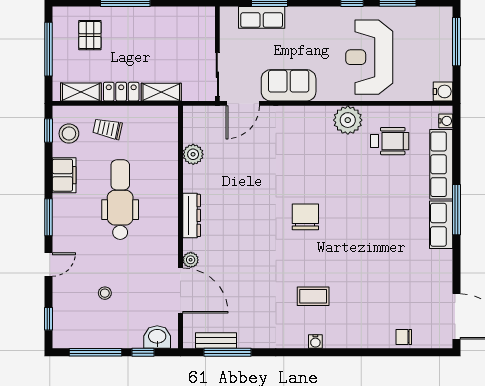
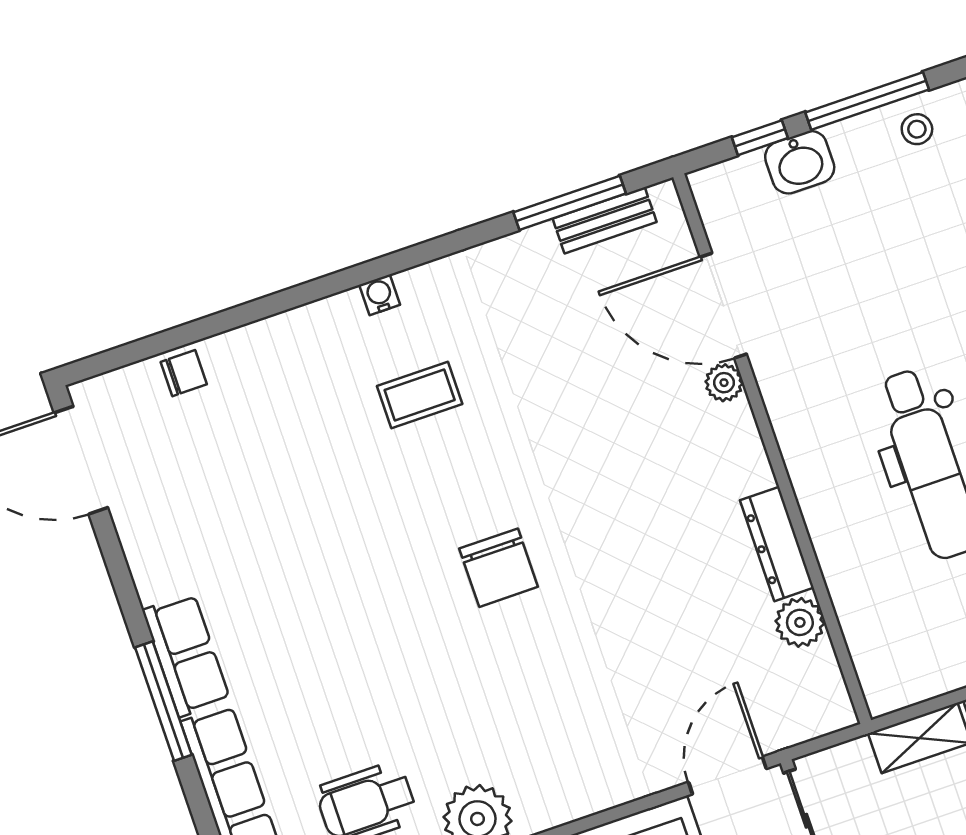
dresser: (192, 215) -> (777, 544), moved
stool: (105, 293) -> (917, 129), moved
washbasin: (157, 337) -> (800, 162), moved

